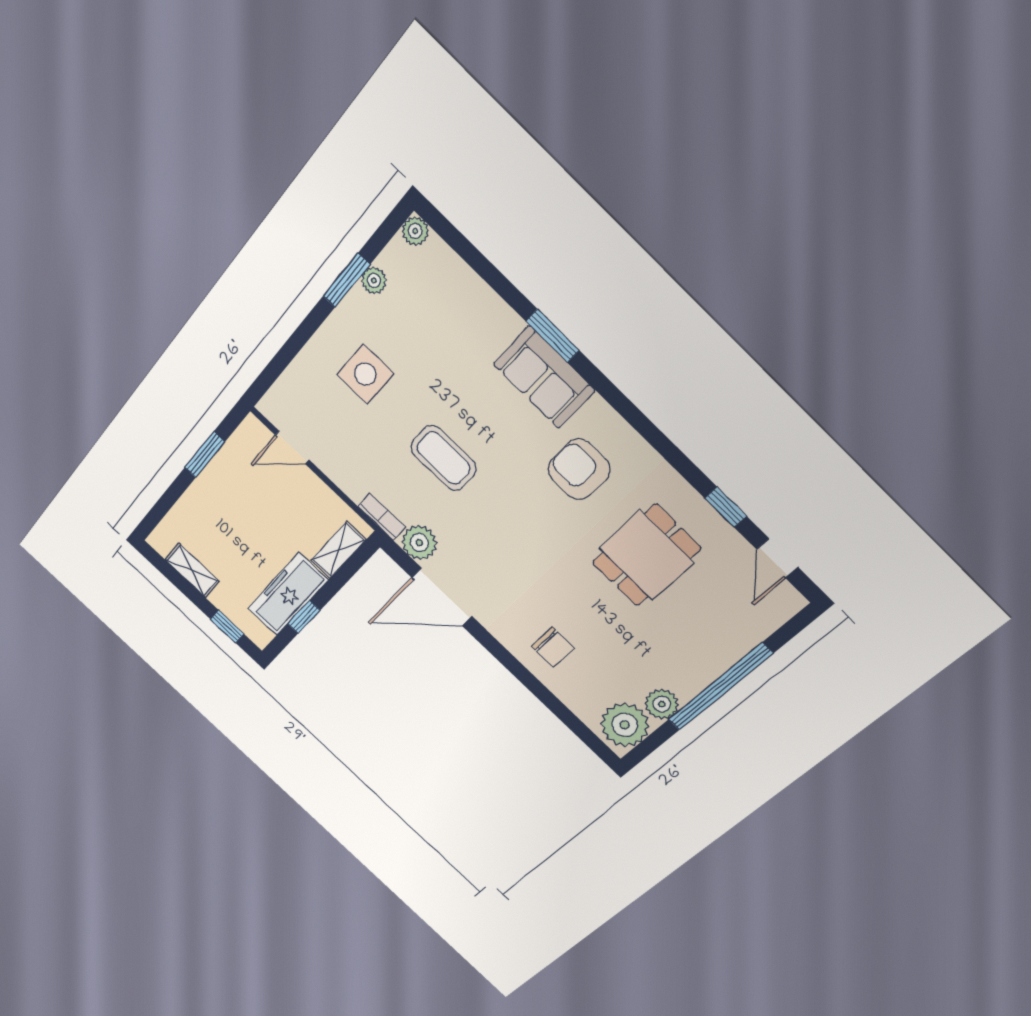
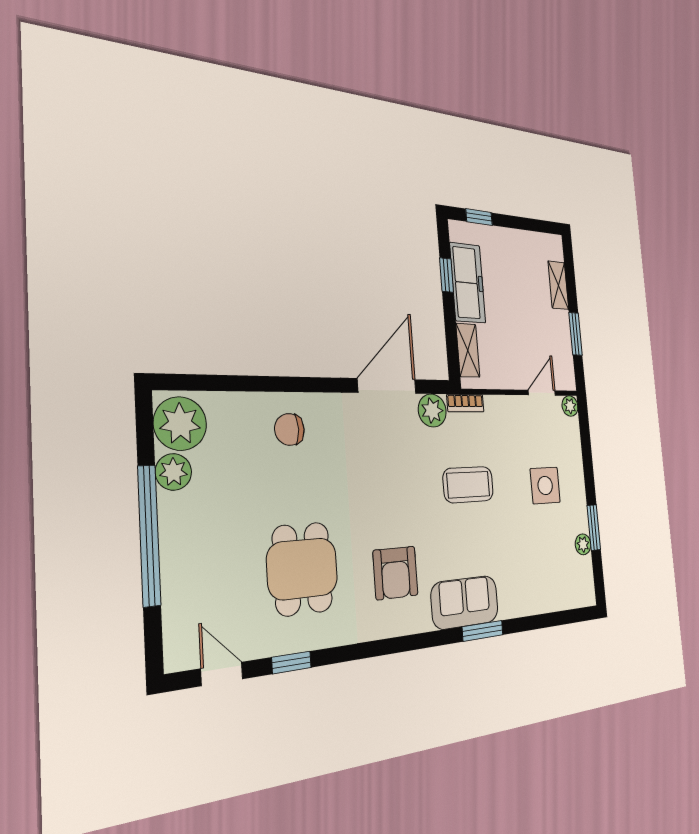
plant: (415, 231) -> (570, 406), moved
armchair: (579, 469) -> (395, 573), turned 90
shelving: (192, 570) -> (558, 285), moved, turned 90

